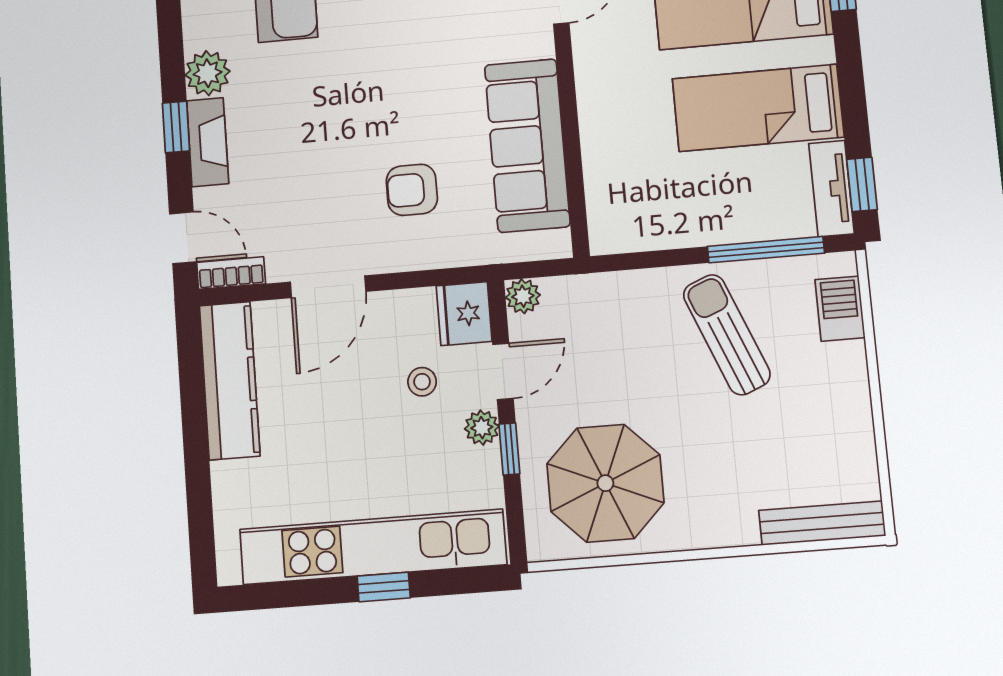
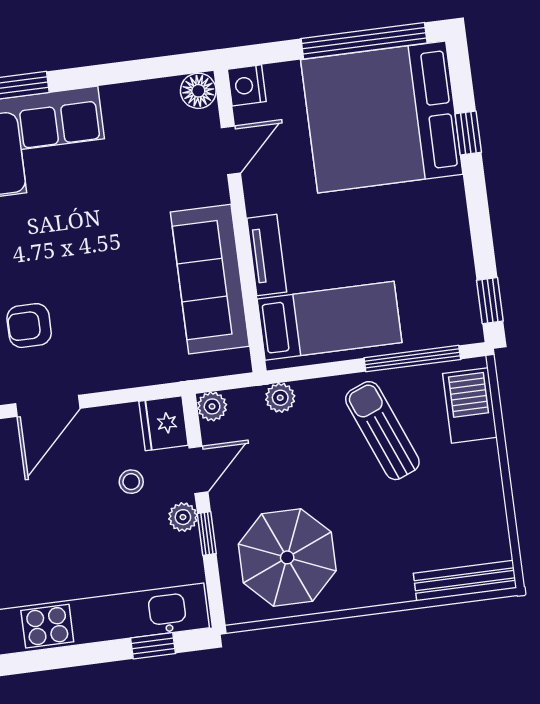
bed: (758, 108) -> (330, 321), moved, turned 180
tv unit: (831, 189) -> (267, 255), moved, turned 180
armchair: (412, 190) -> (29, 326), moved
plant: (605, 289) -> (280, 398), added
barbecue: (840, 309) -> (470, 405), width x1.38, depth x1.27
window: (384, 587) -> (153, 646), moved

